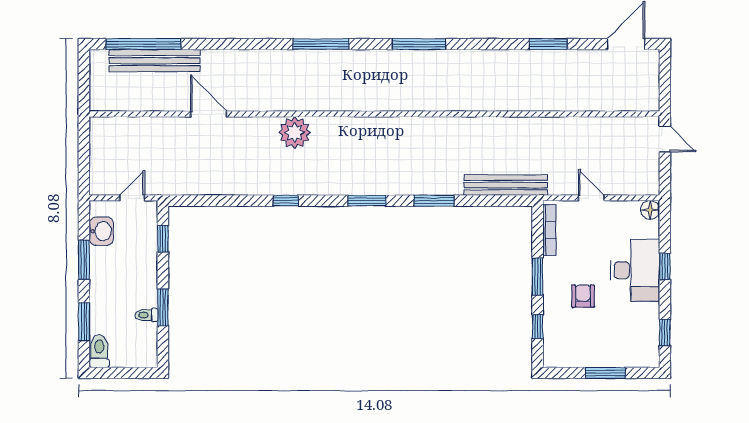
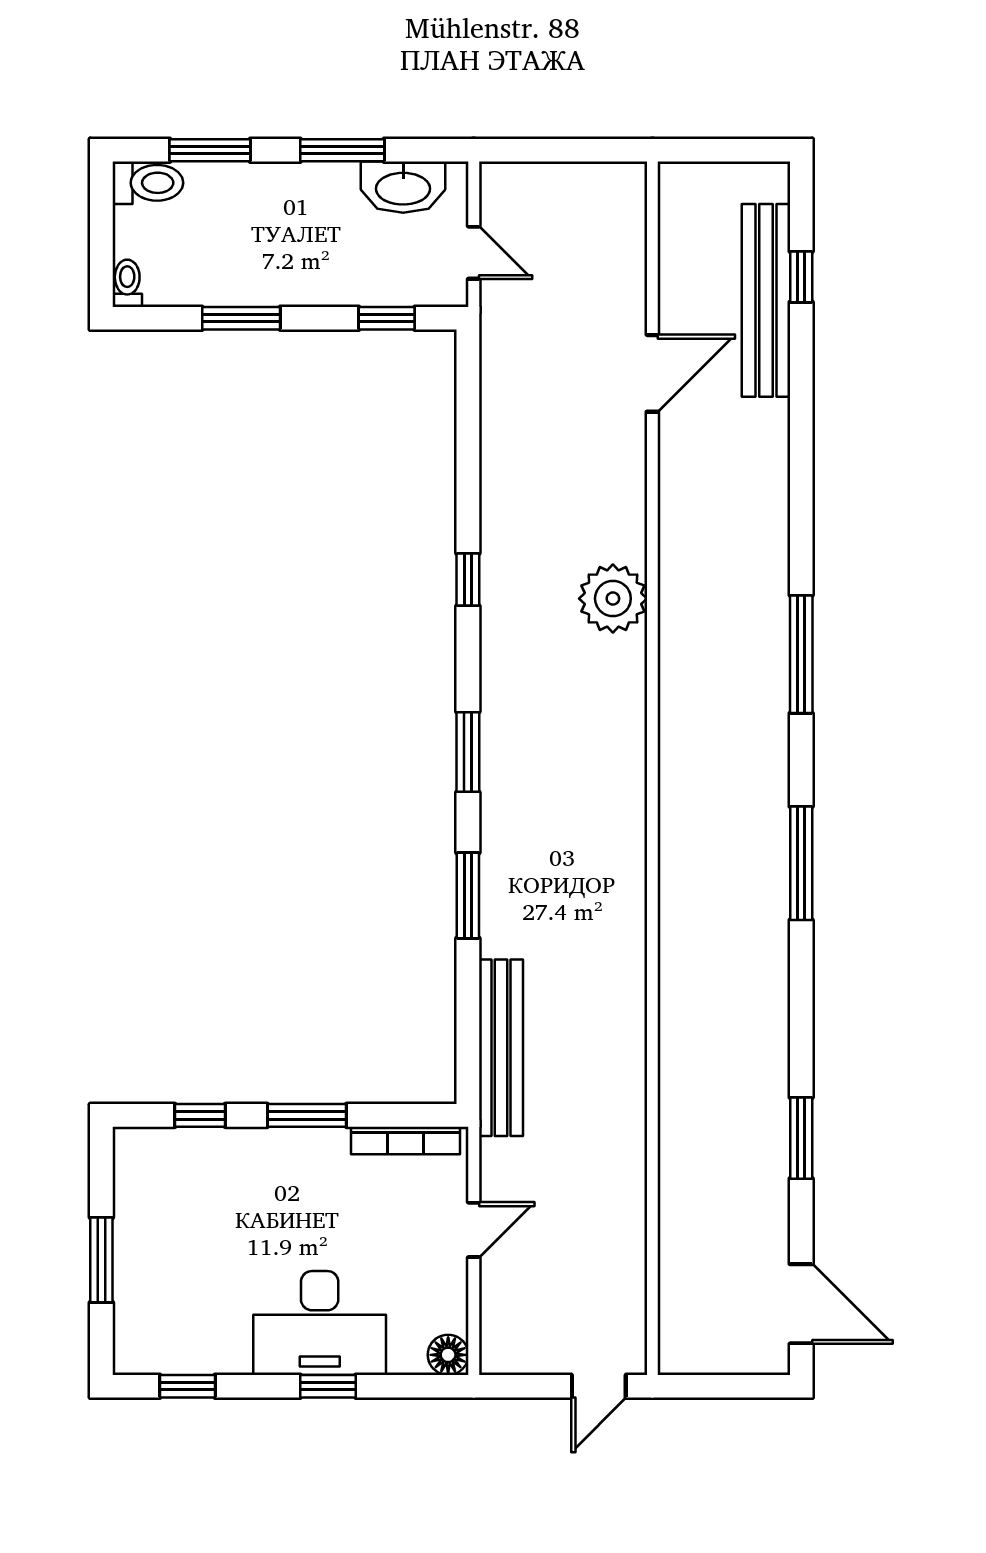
window: (143, 44) -> (801, 277), width x0.32
door: (208, 114) -> (652, 373), moved
washbasin: (101, 231) -> (403, 187), width x1.38
armchair: (583, 296) -> (265, 1212), removed
toilet: (147, 315) -> (127, 283), moved

